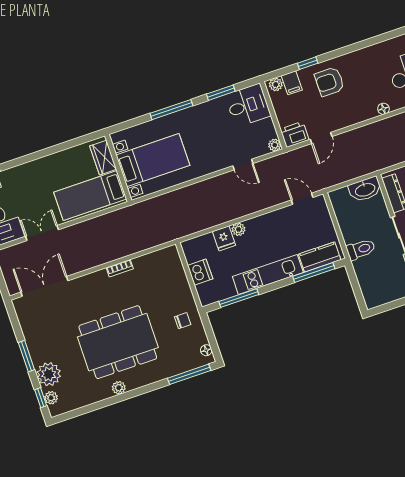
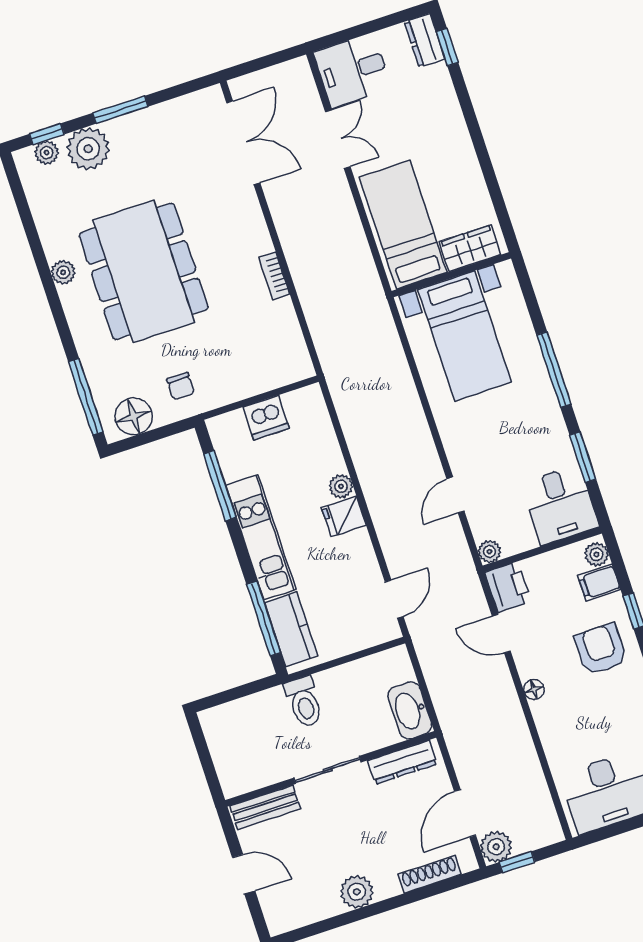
floor lamp: (383, 109) -> (534, 689), moved
fridge: (224, 238) -> (344, 516), moved
floor lamp: (206, 350) -> (134, 416), width x1.89, depth x1.89

